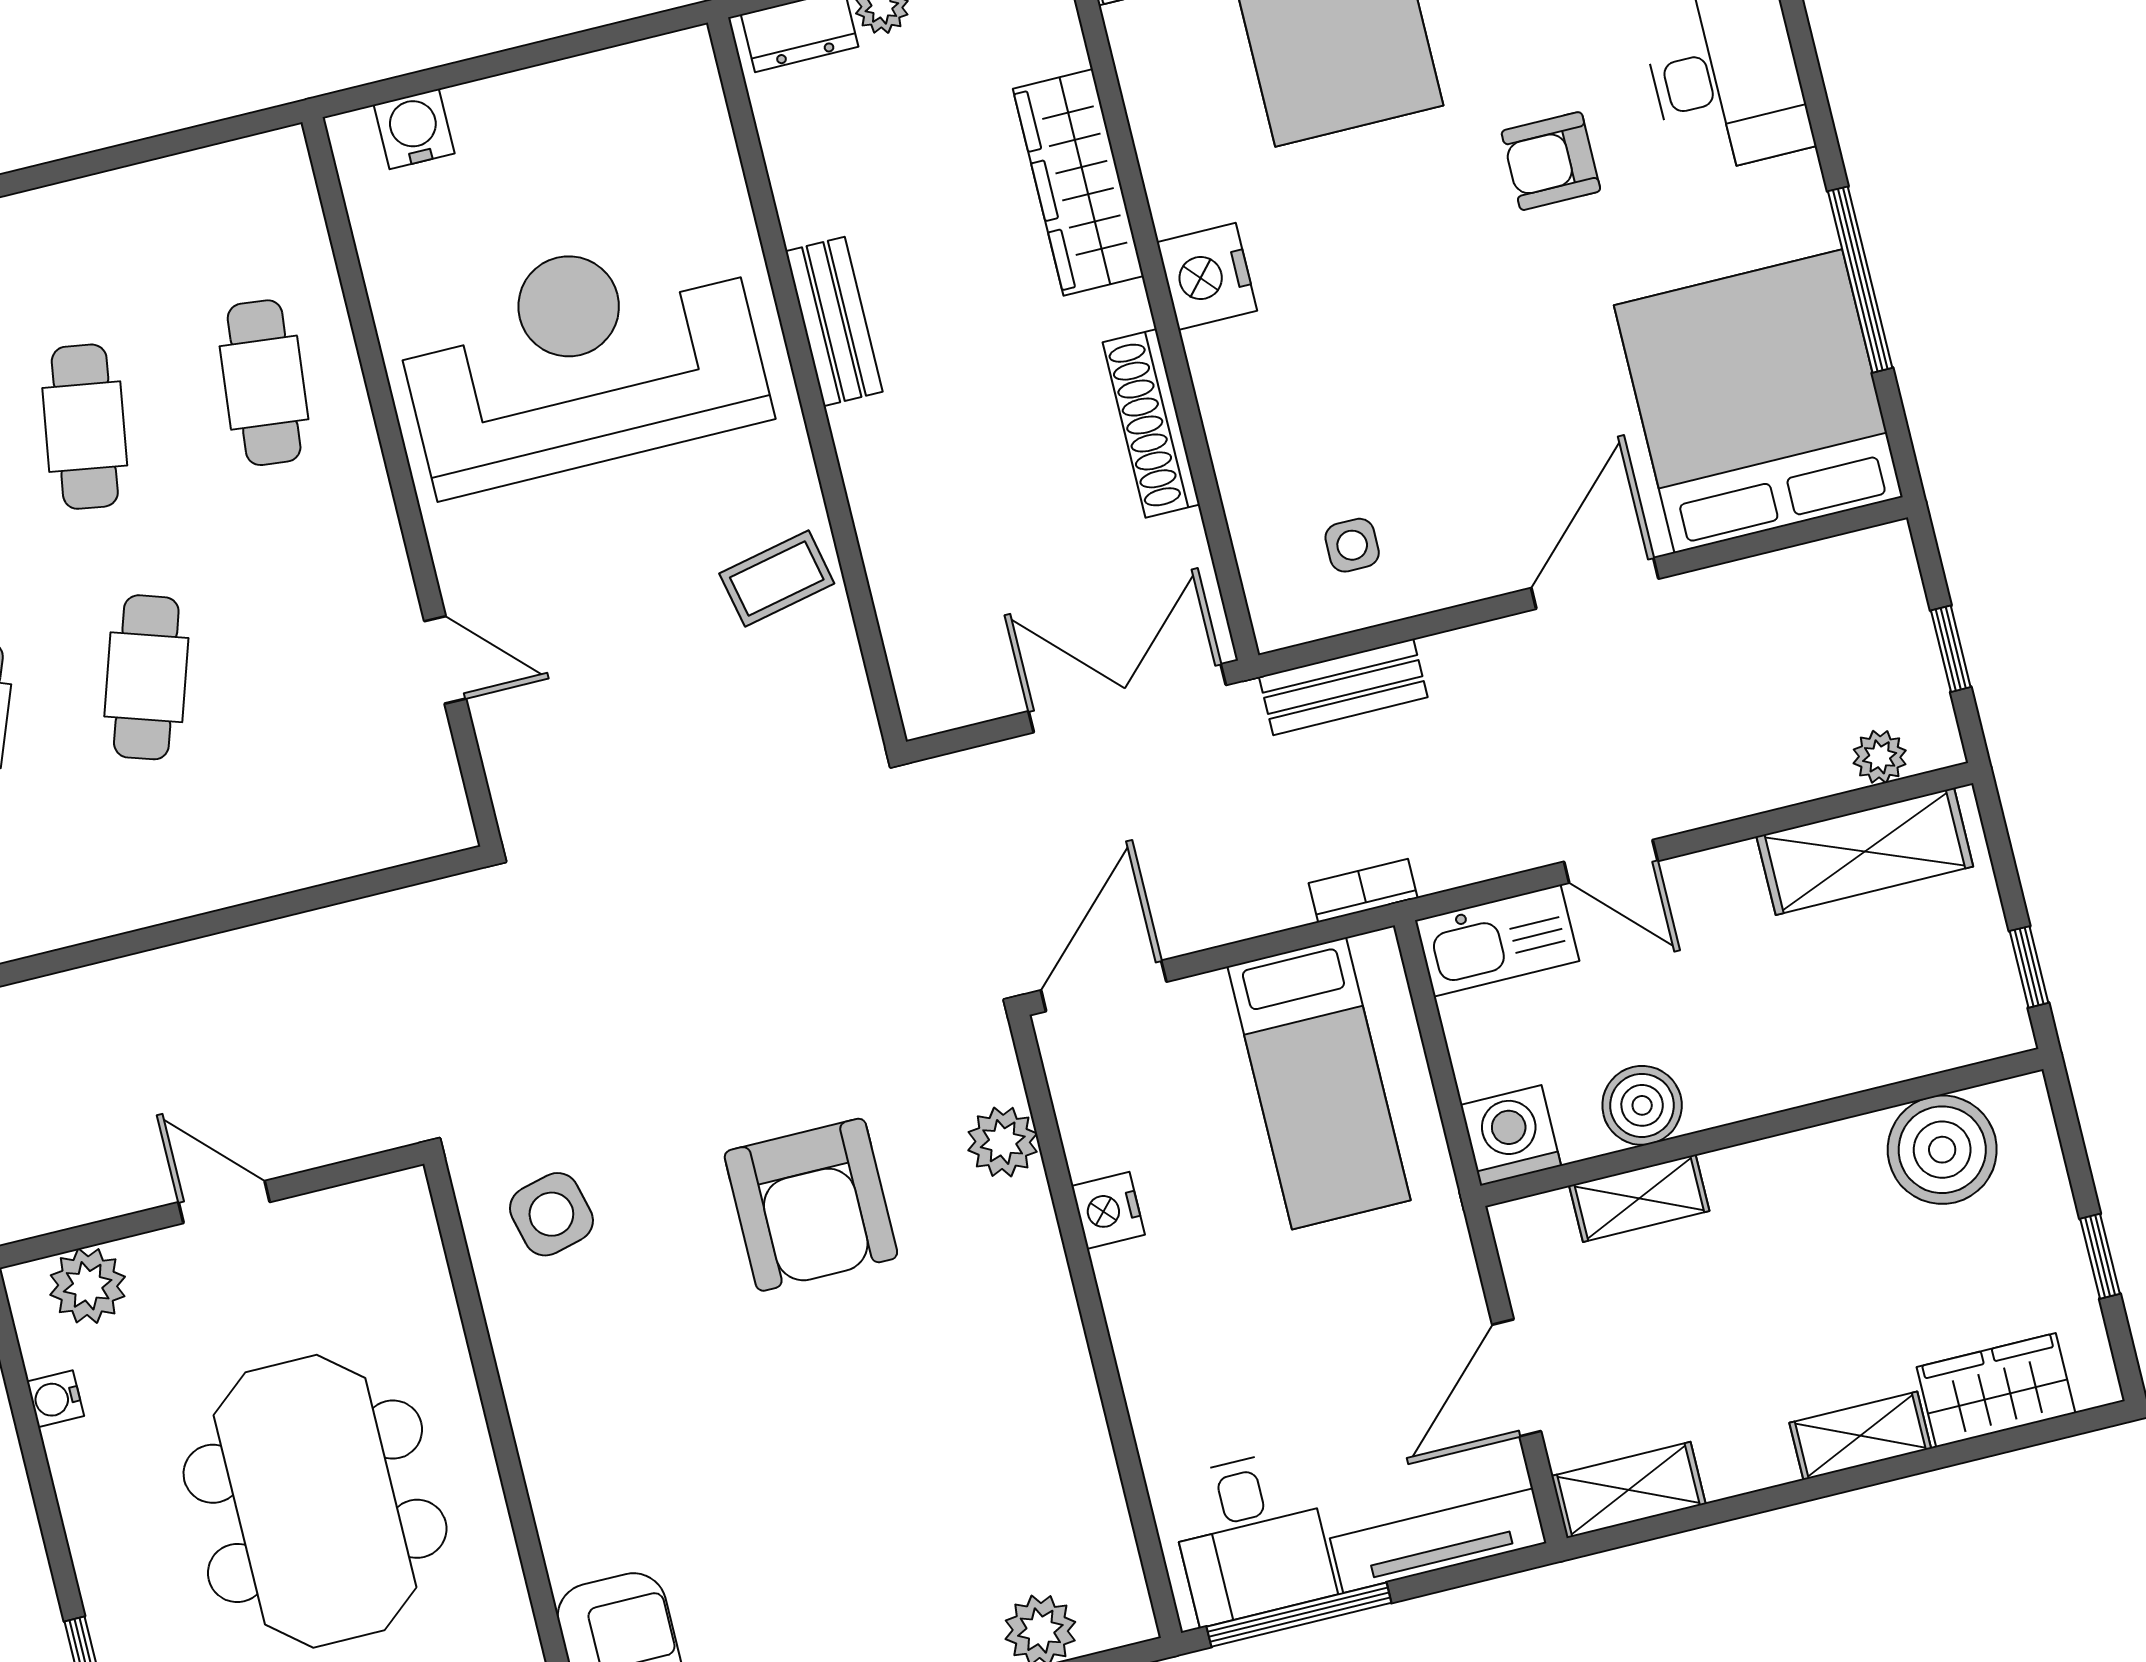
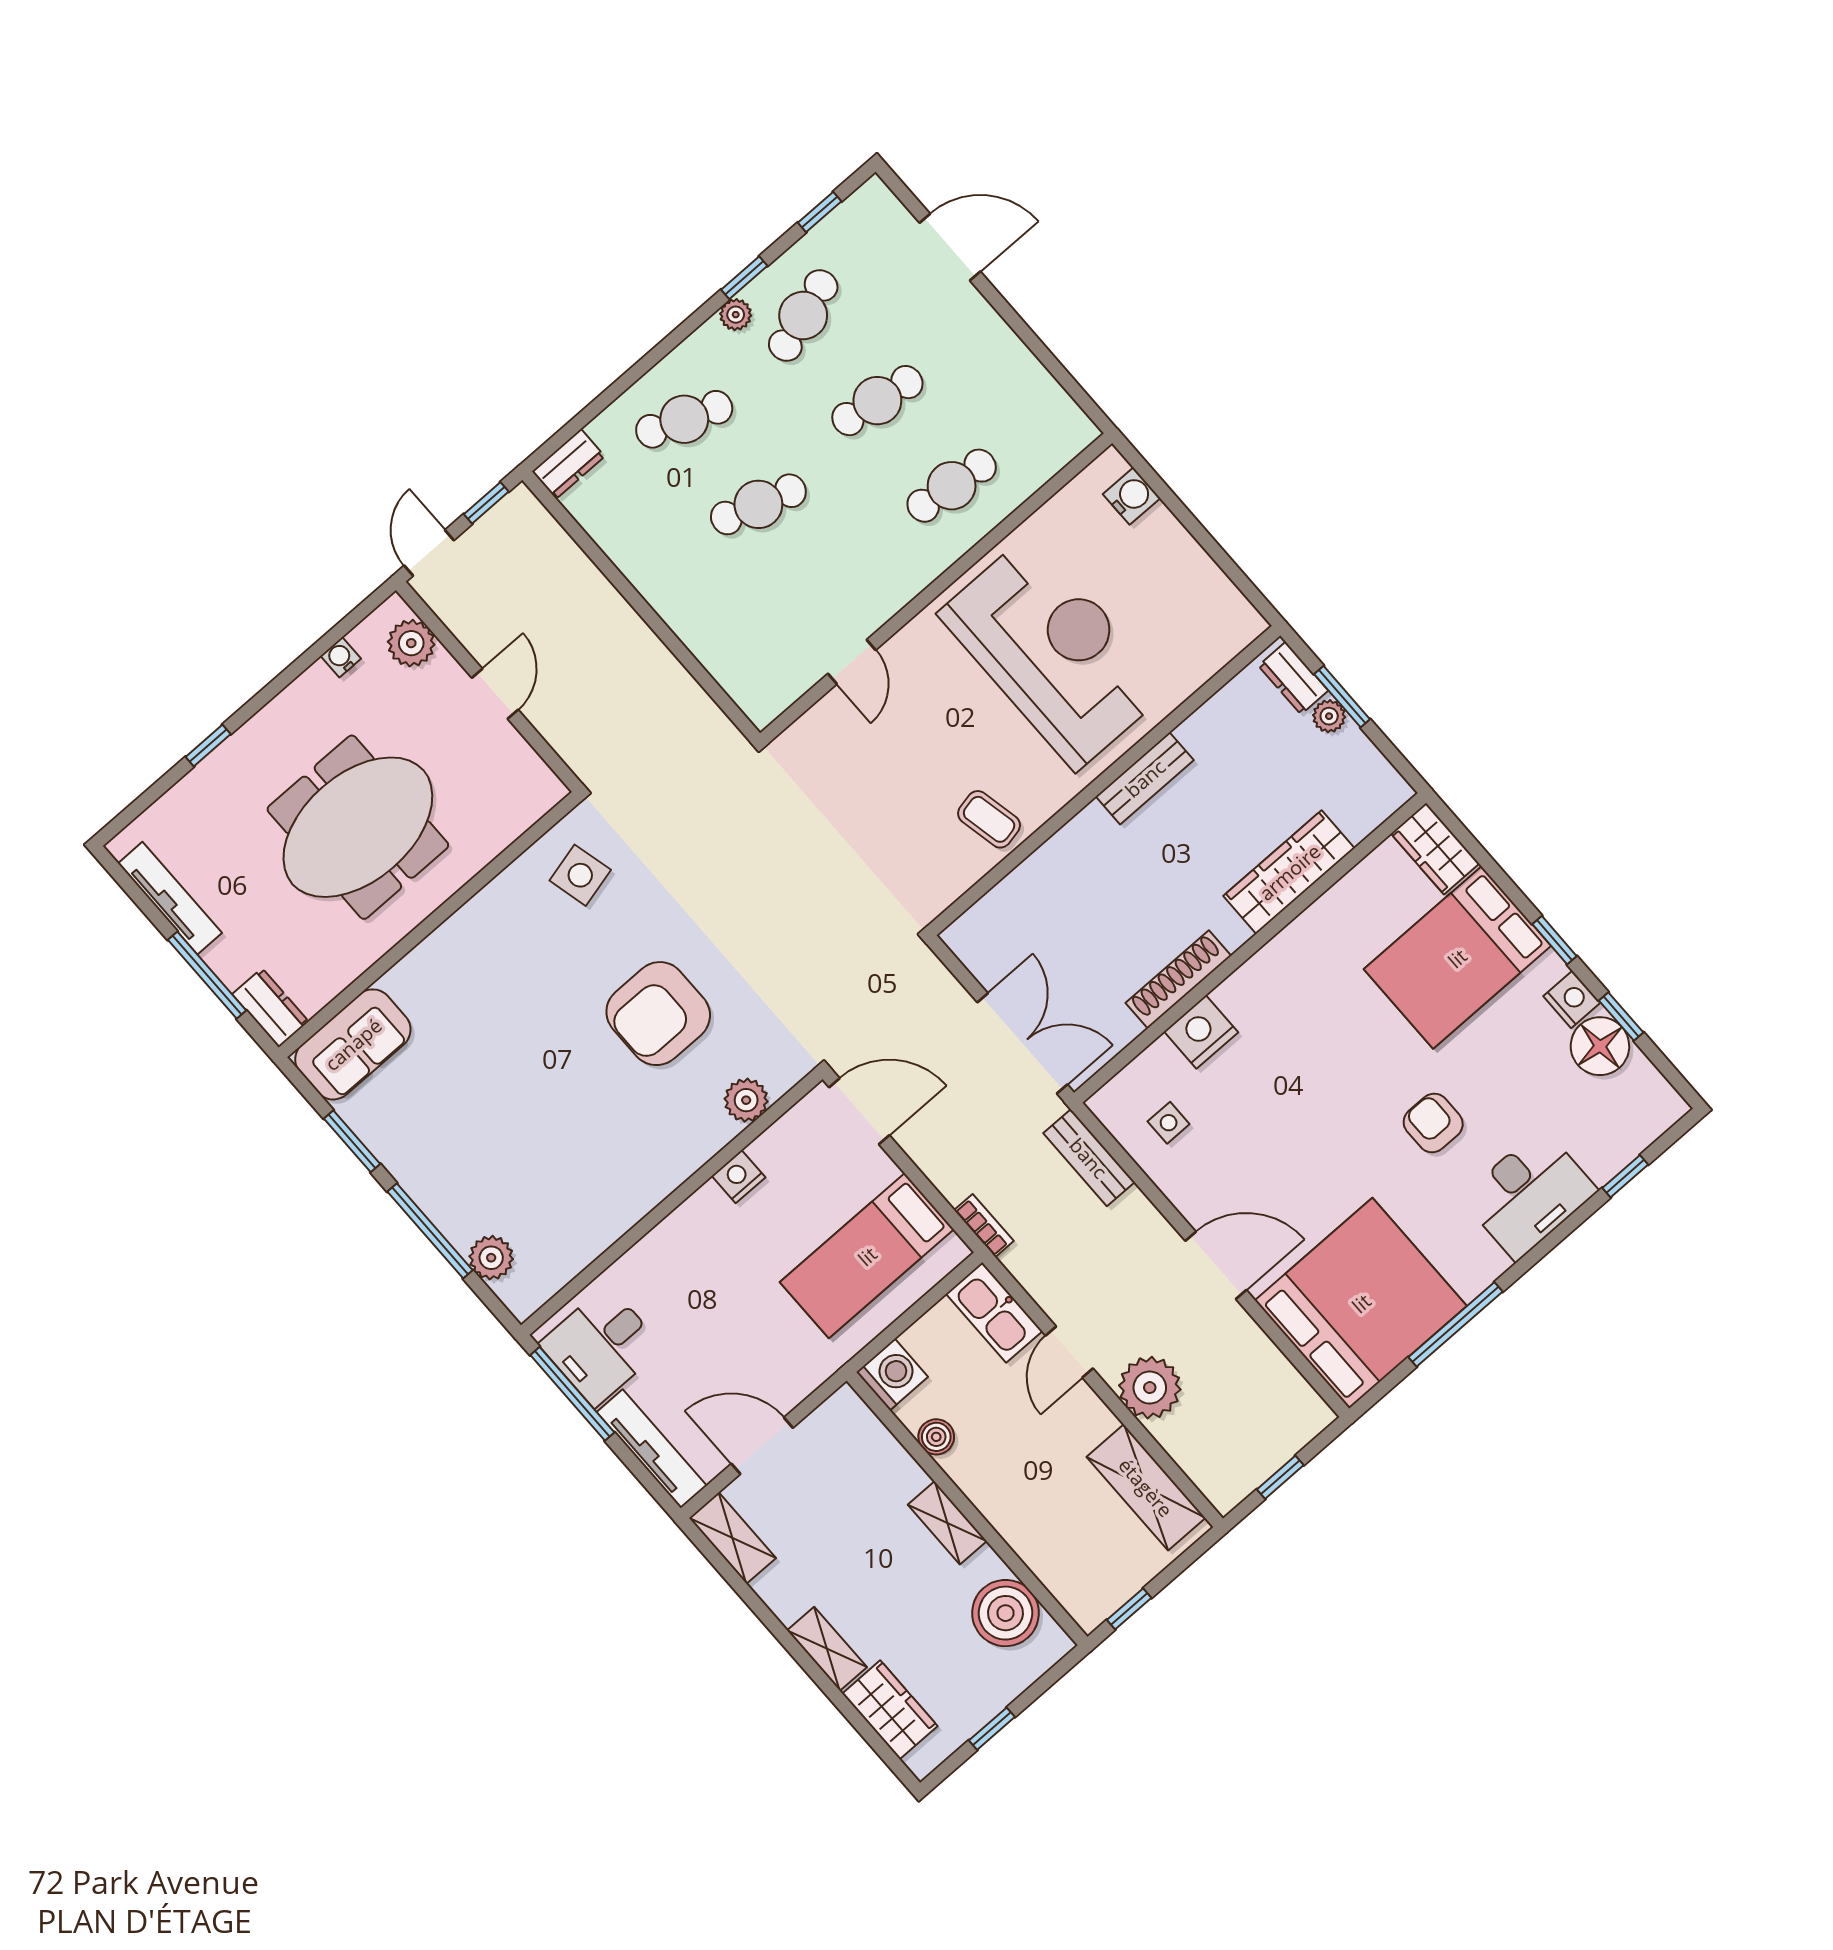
nightstand: (1207, 276) -> (1201, 1032), moved
plant: (1880, 757) -> (1150, 1388), moved, width x1.88, depth x1.88
boiler: (1642, 1105) -> (936, 1437), width x0.73, depth x0.73
shelving: (1639, 1198) -> (947, 1523), moved

